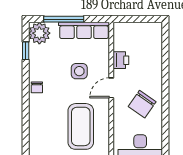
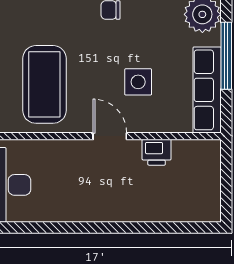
chair: (142, 104) -> (82, 188), removed
coffee table: (81, 126) -> (44, 84), turned 90

